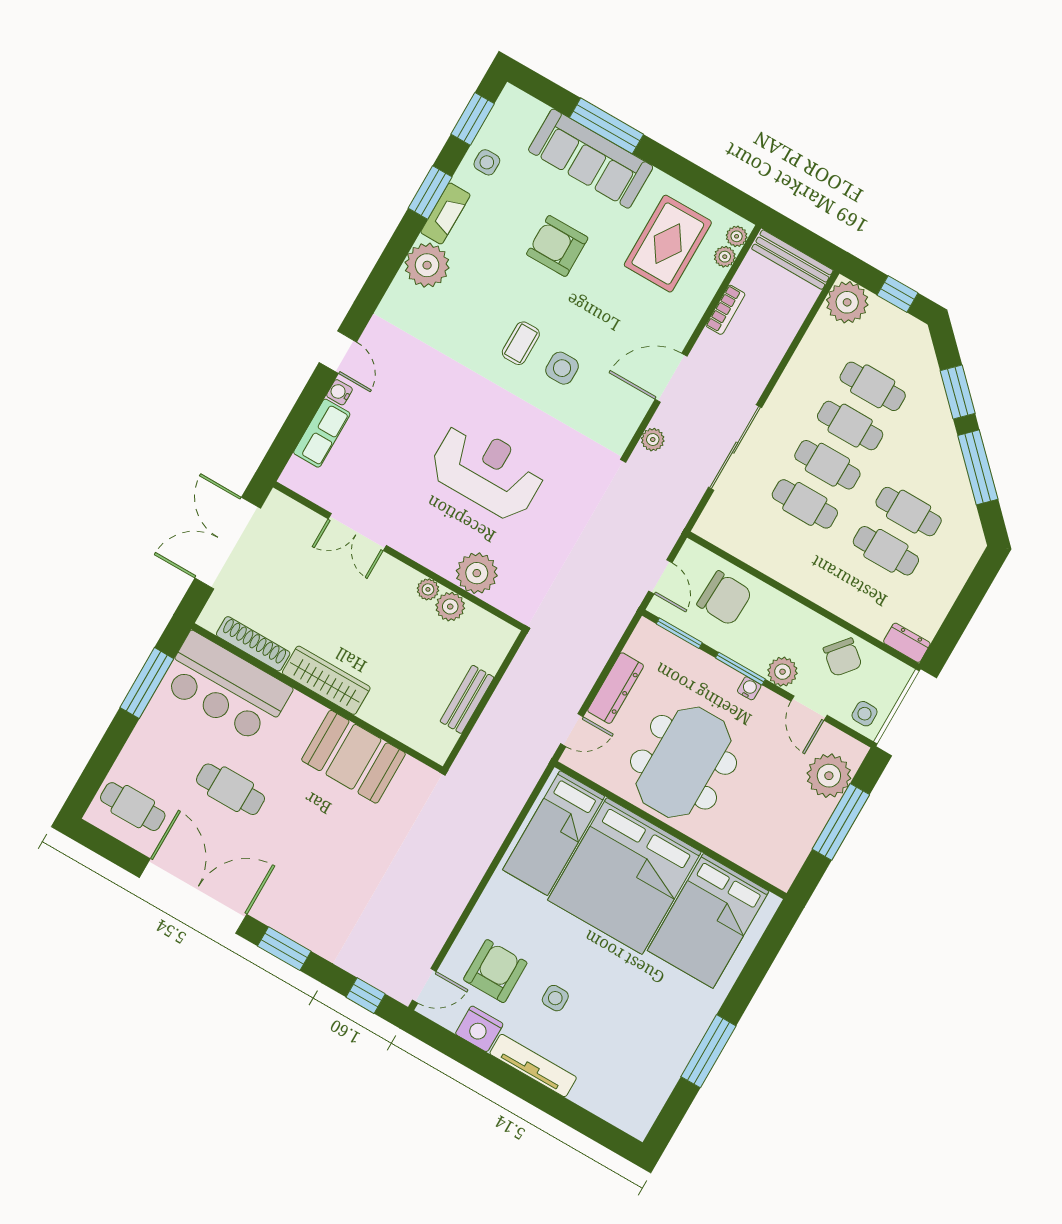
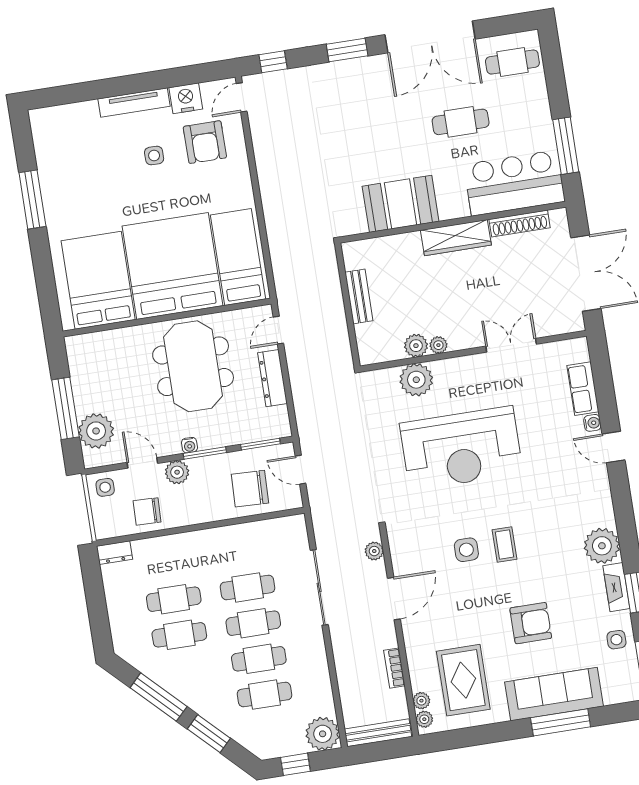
reception desk: (487, 471) -> (461, 448), width x1.36, depth x1.30
chair: (843, 657) -> (147, 511), turned -38

